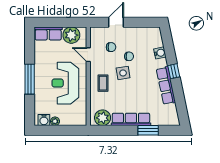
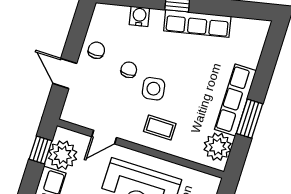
window: (70, 22) -> (40, 150), added
chair: (111, 47) -> (96, 50), moved
window: (148, 130) -> (249, 119), moved

